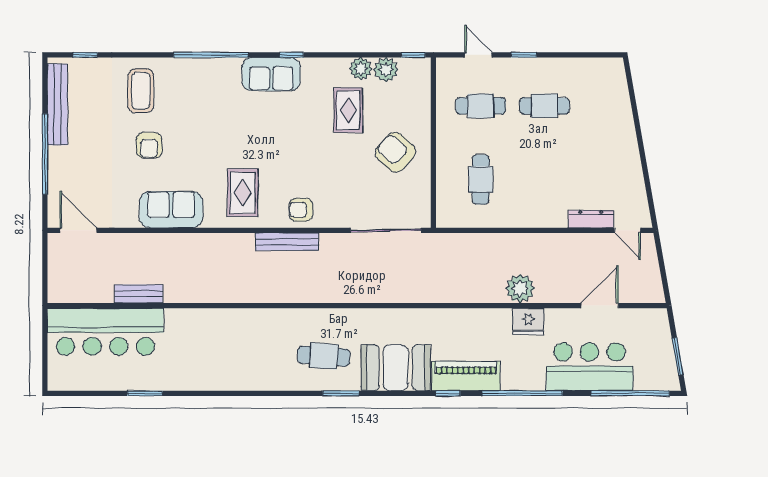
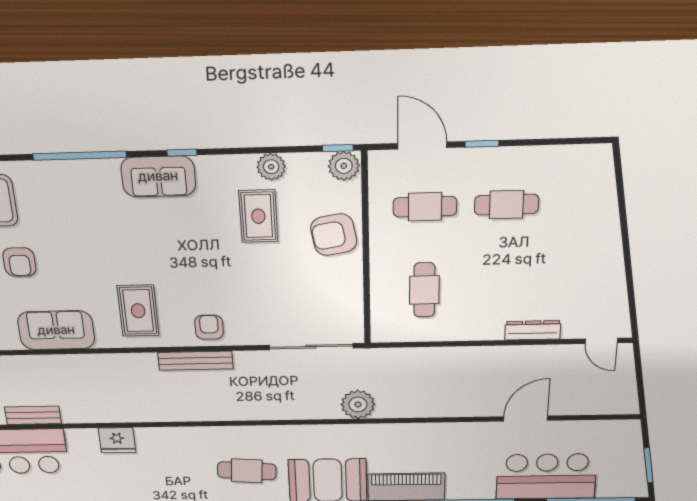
door: (478, 55) -> (422, 146), width x1.37
plant: (386, 70) -> (344, 166), moved
armchair: (395, 152) -> (334, 235), moved, turned -52
armchair: (301, 210) -> (209, 327), turned 90
dresser: (591, 219) -> (533, 330), moved
plant: (520, 288) -> (358, 404), moved
door: (600, 306) -> (526, 418), moved
fridge: (528, 321) -> (117, 440), moved

